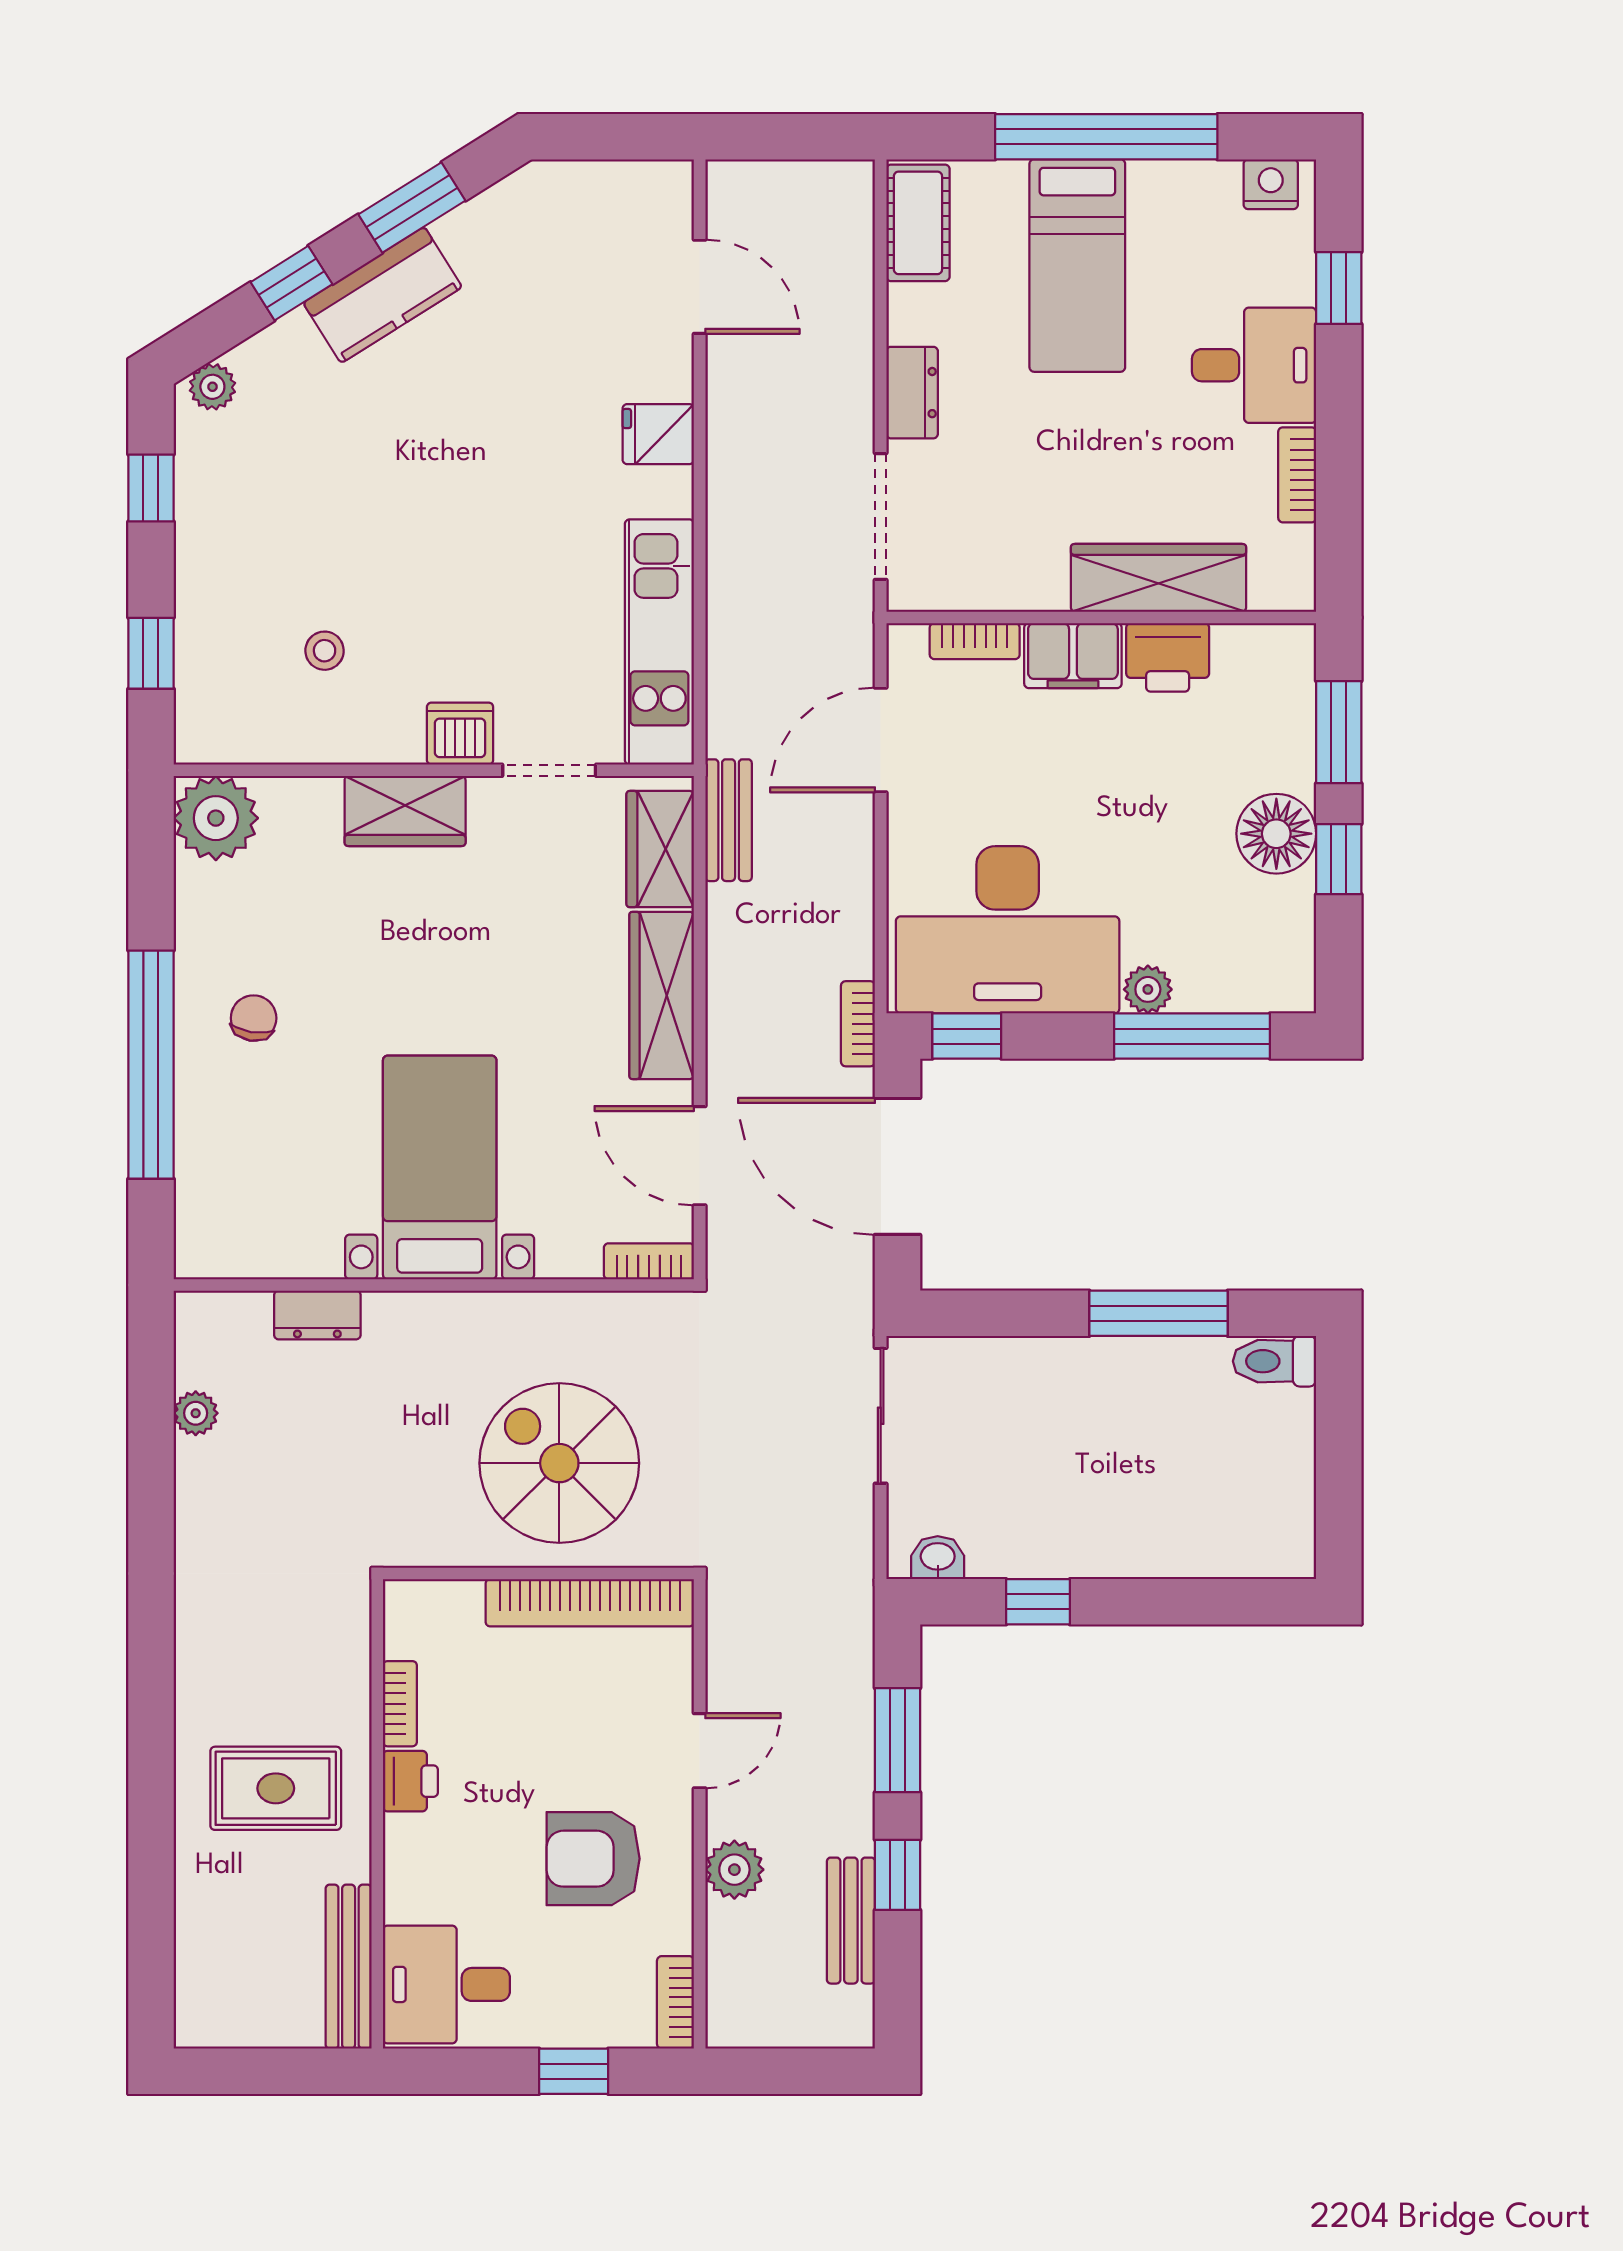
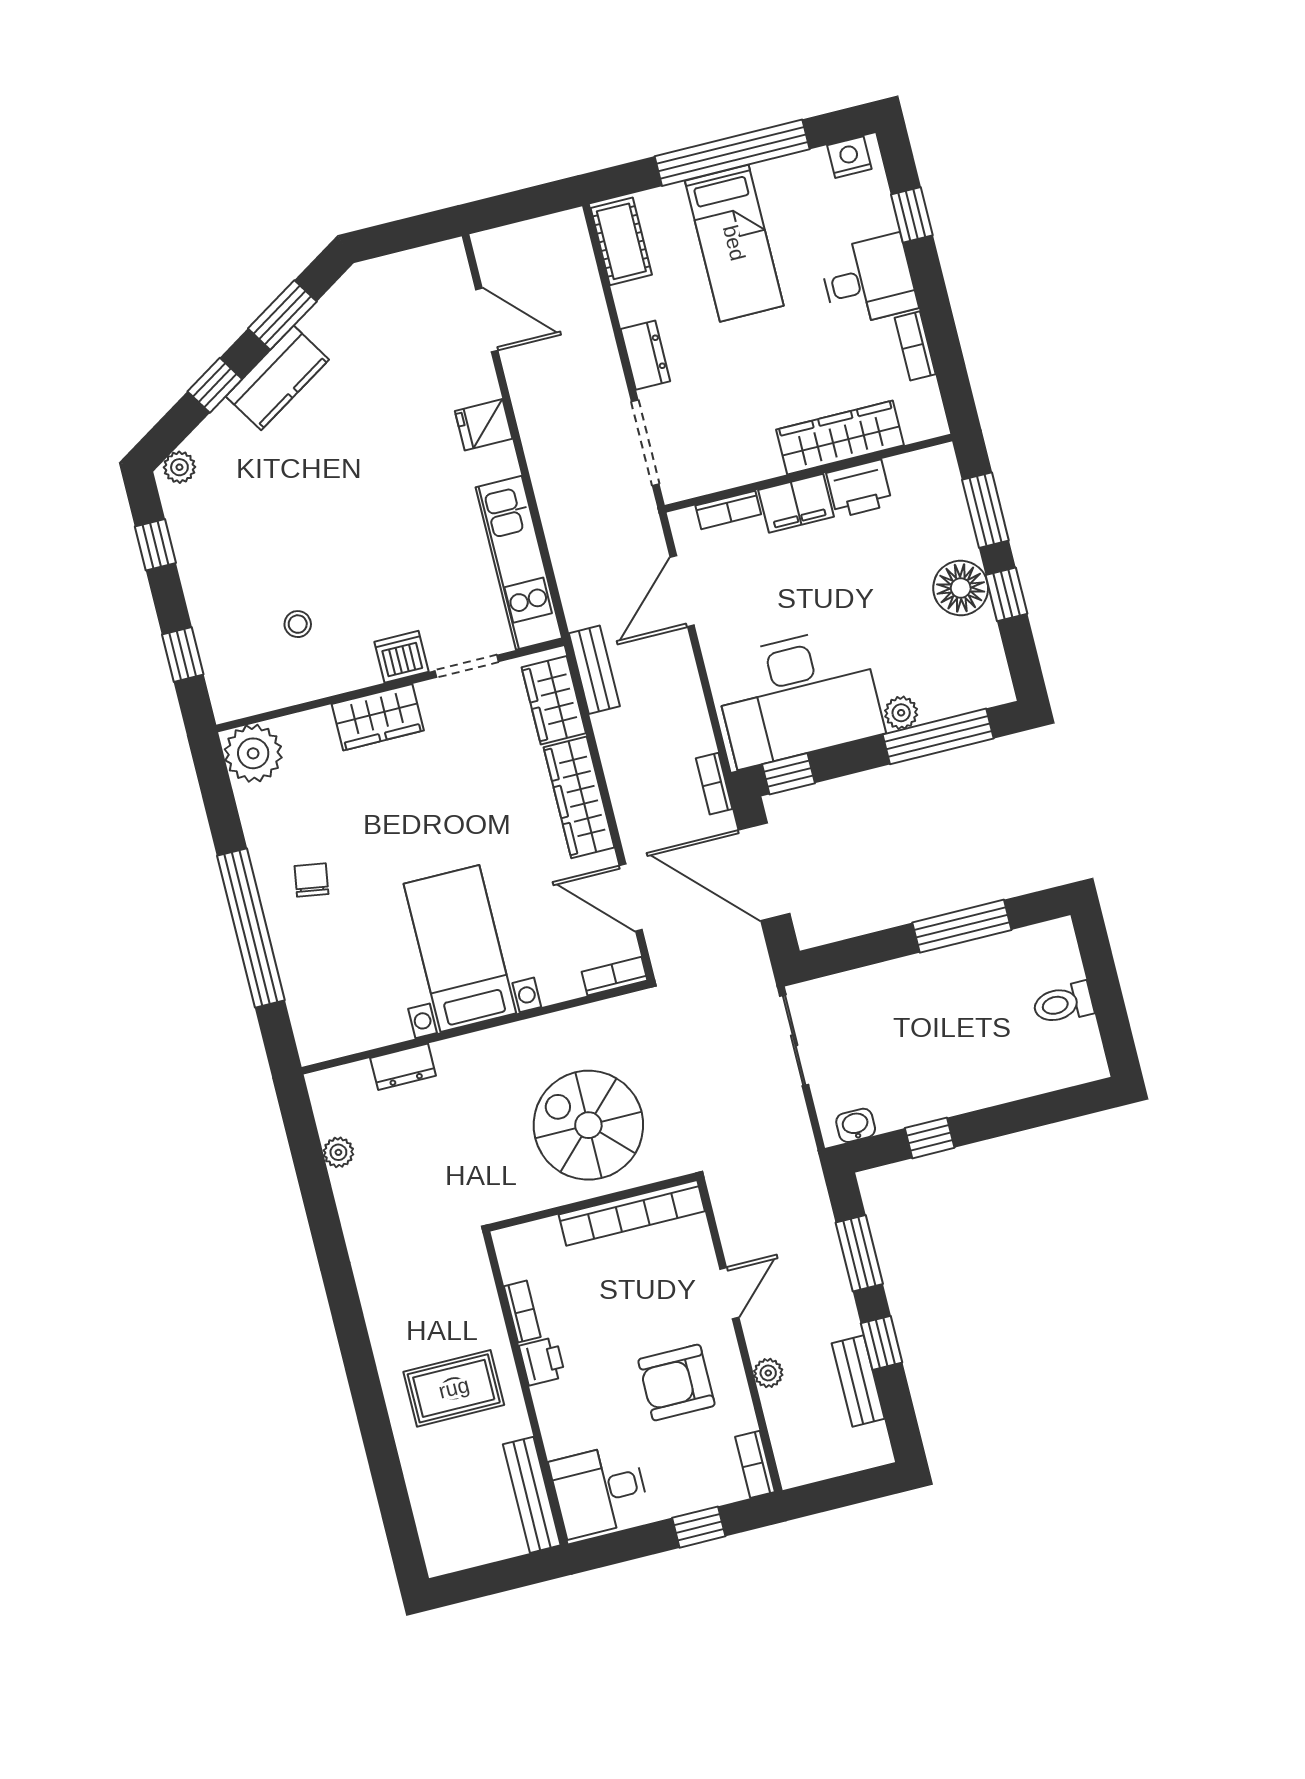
toilet: (1274, 1361) -> (1063, 1003), moved
plant: (734, 1870) -> (768, 1373), width x0.73, depth x0.73

